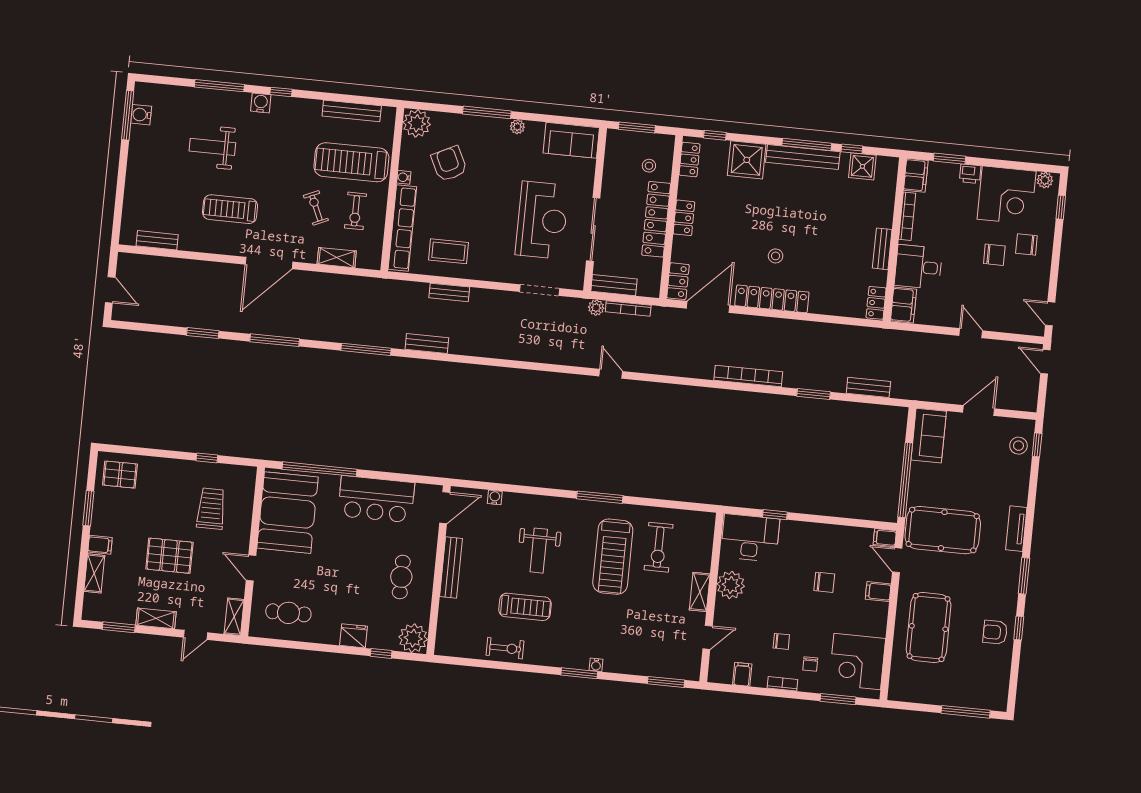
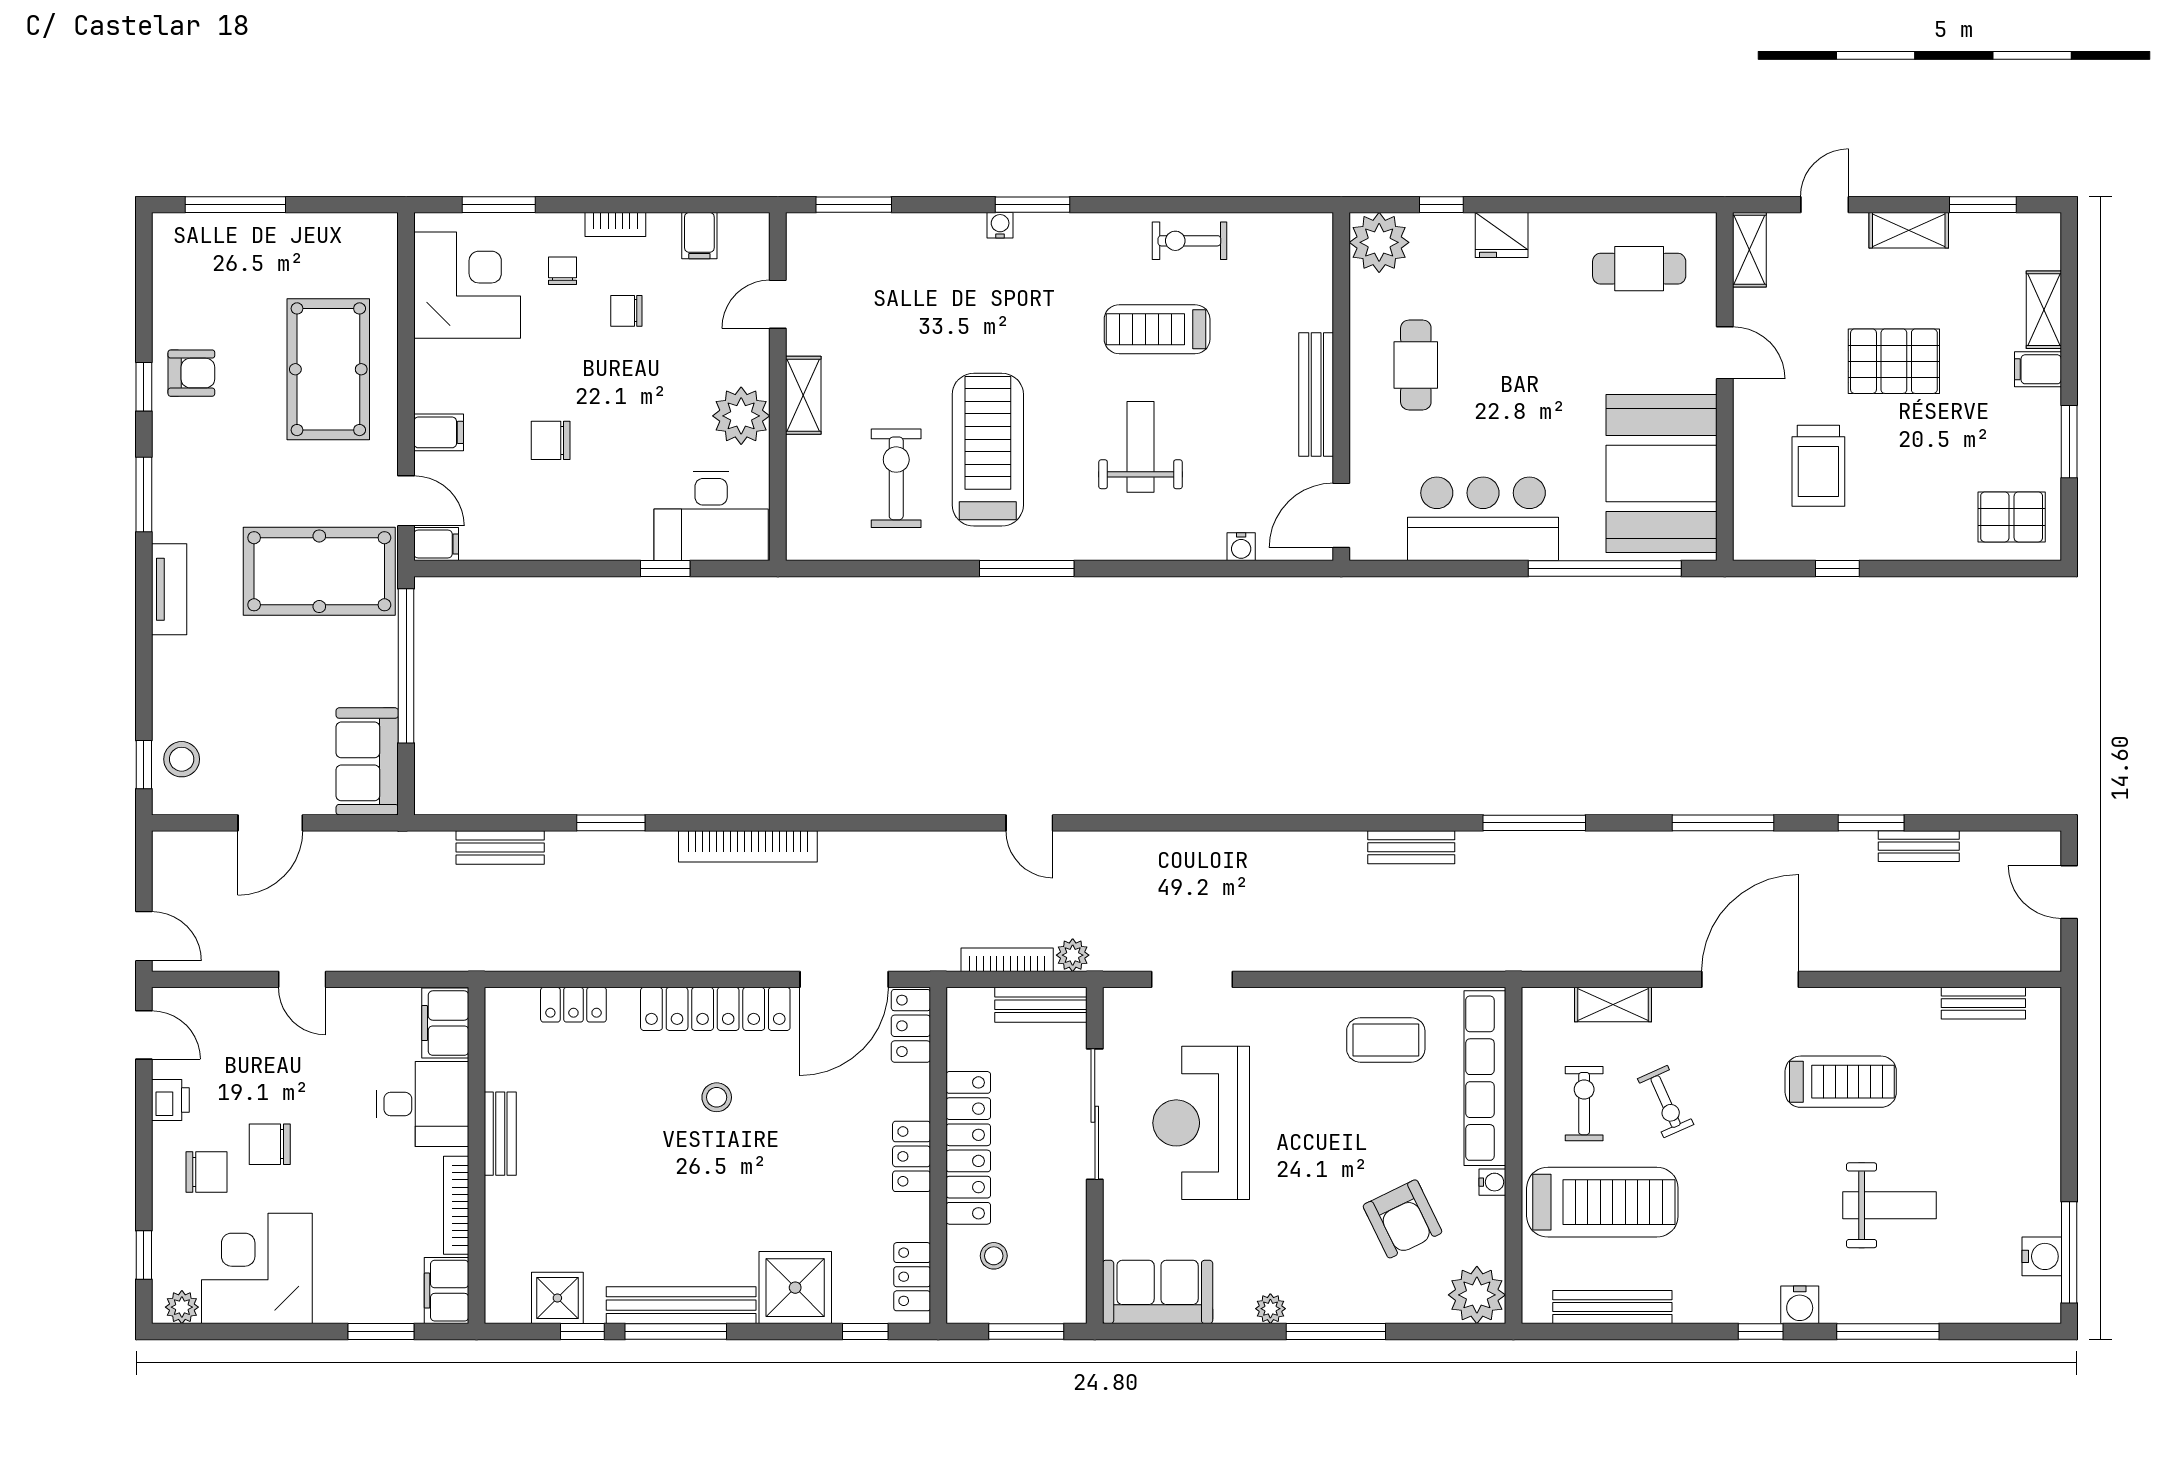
printer: (970, 174) -> (170, 1100), moved, turned 90
bench: (449, 292) -> (1919, 846), moved
locker: (876, 303) -> (573, 1005), moved, turned 90

